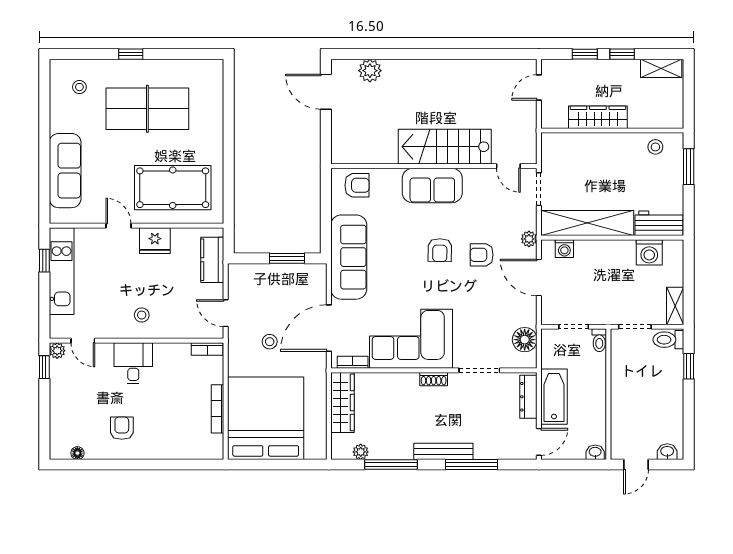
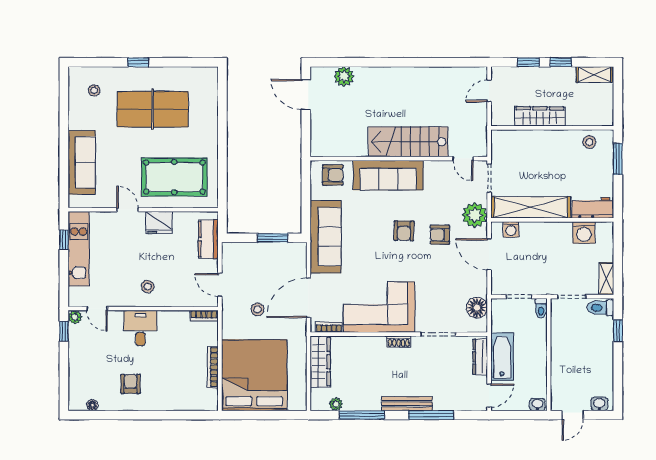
sofa: (432, 185) -> (388, 175), width x1.36
plant: (529, 239) -> (475, 215), width x1.88, depth x1.88

